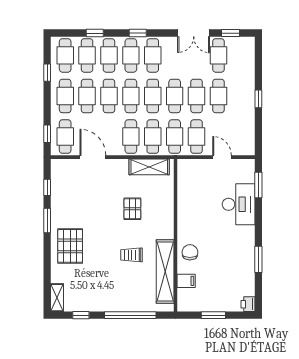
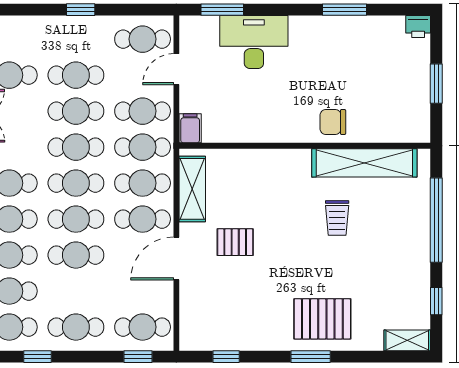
cafe table: (87, 96) -> (143, 39), moved
door: (93, 157) -> (176, 259), moved
pallet: (132, 209) -> (235, 242), moved
window: (47, 220) -> (311, 357), moved
filing cabinet: (186, 281) -> (190, 128), moved

